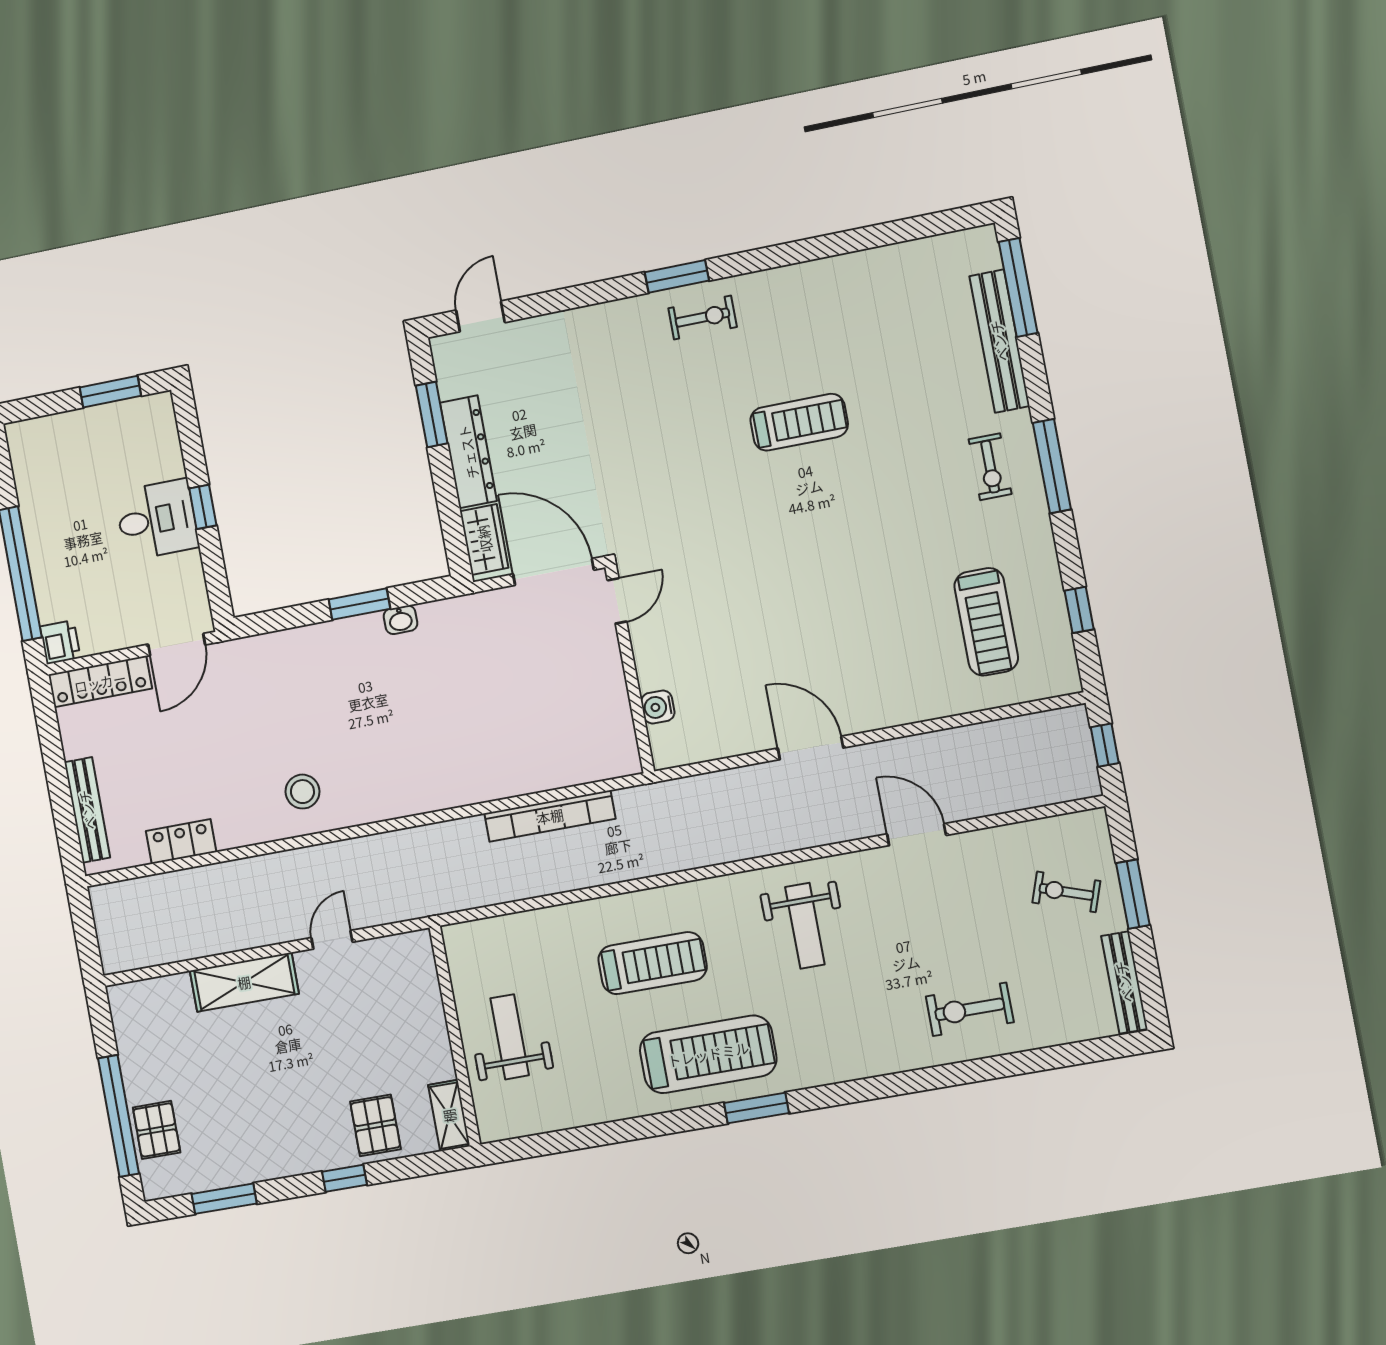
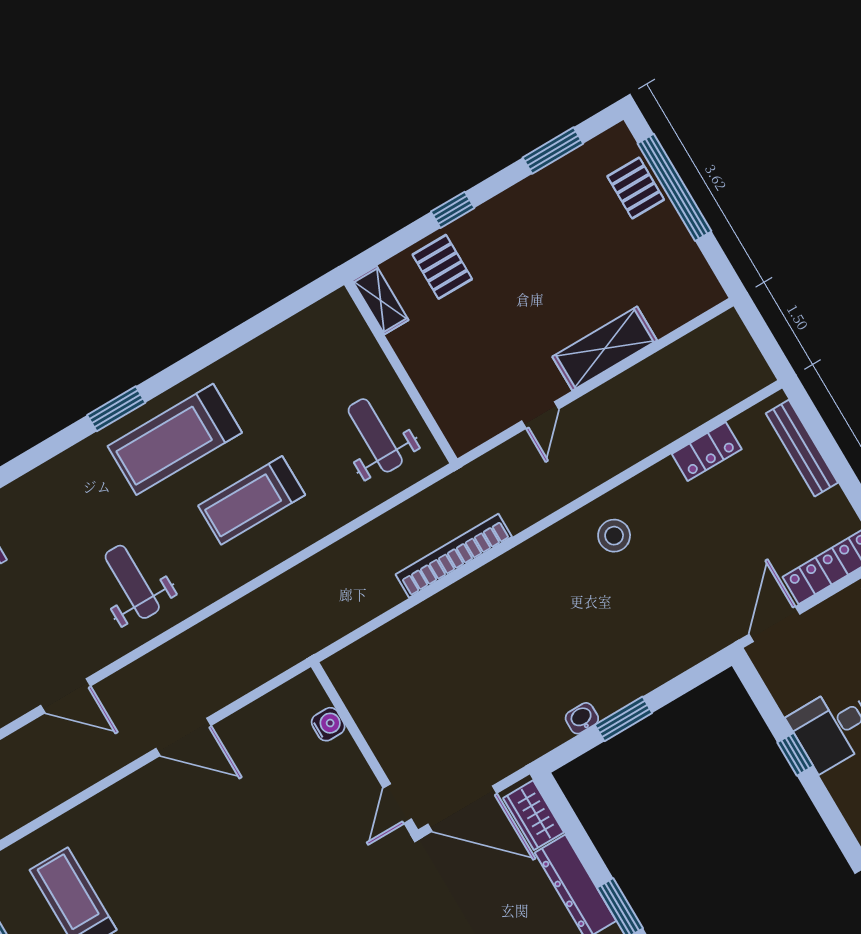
bookcase: (550, 816) -> (454, 556), moved
weight bench: (510, 1037) -> (375, 435), moved, turned 180

